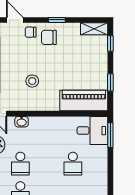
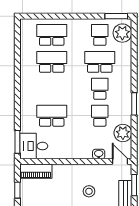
piano: (84, 101) -> (36, 171), width x0.73, depth x0.75
school desk: (73, 164) -> (52, 116), width x1.85

